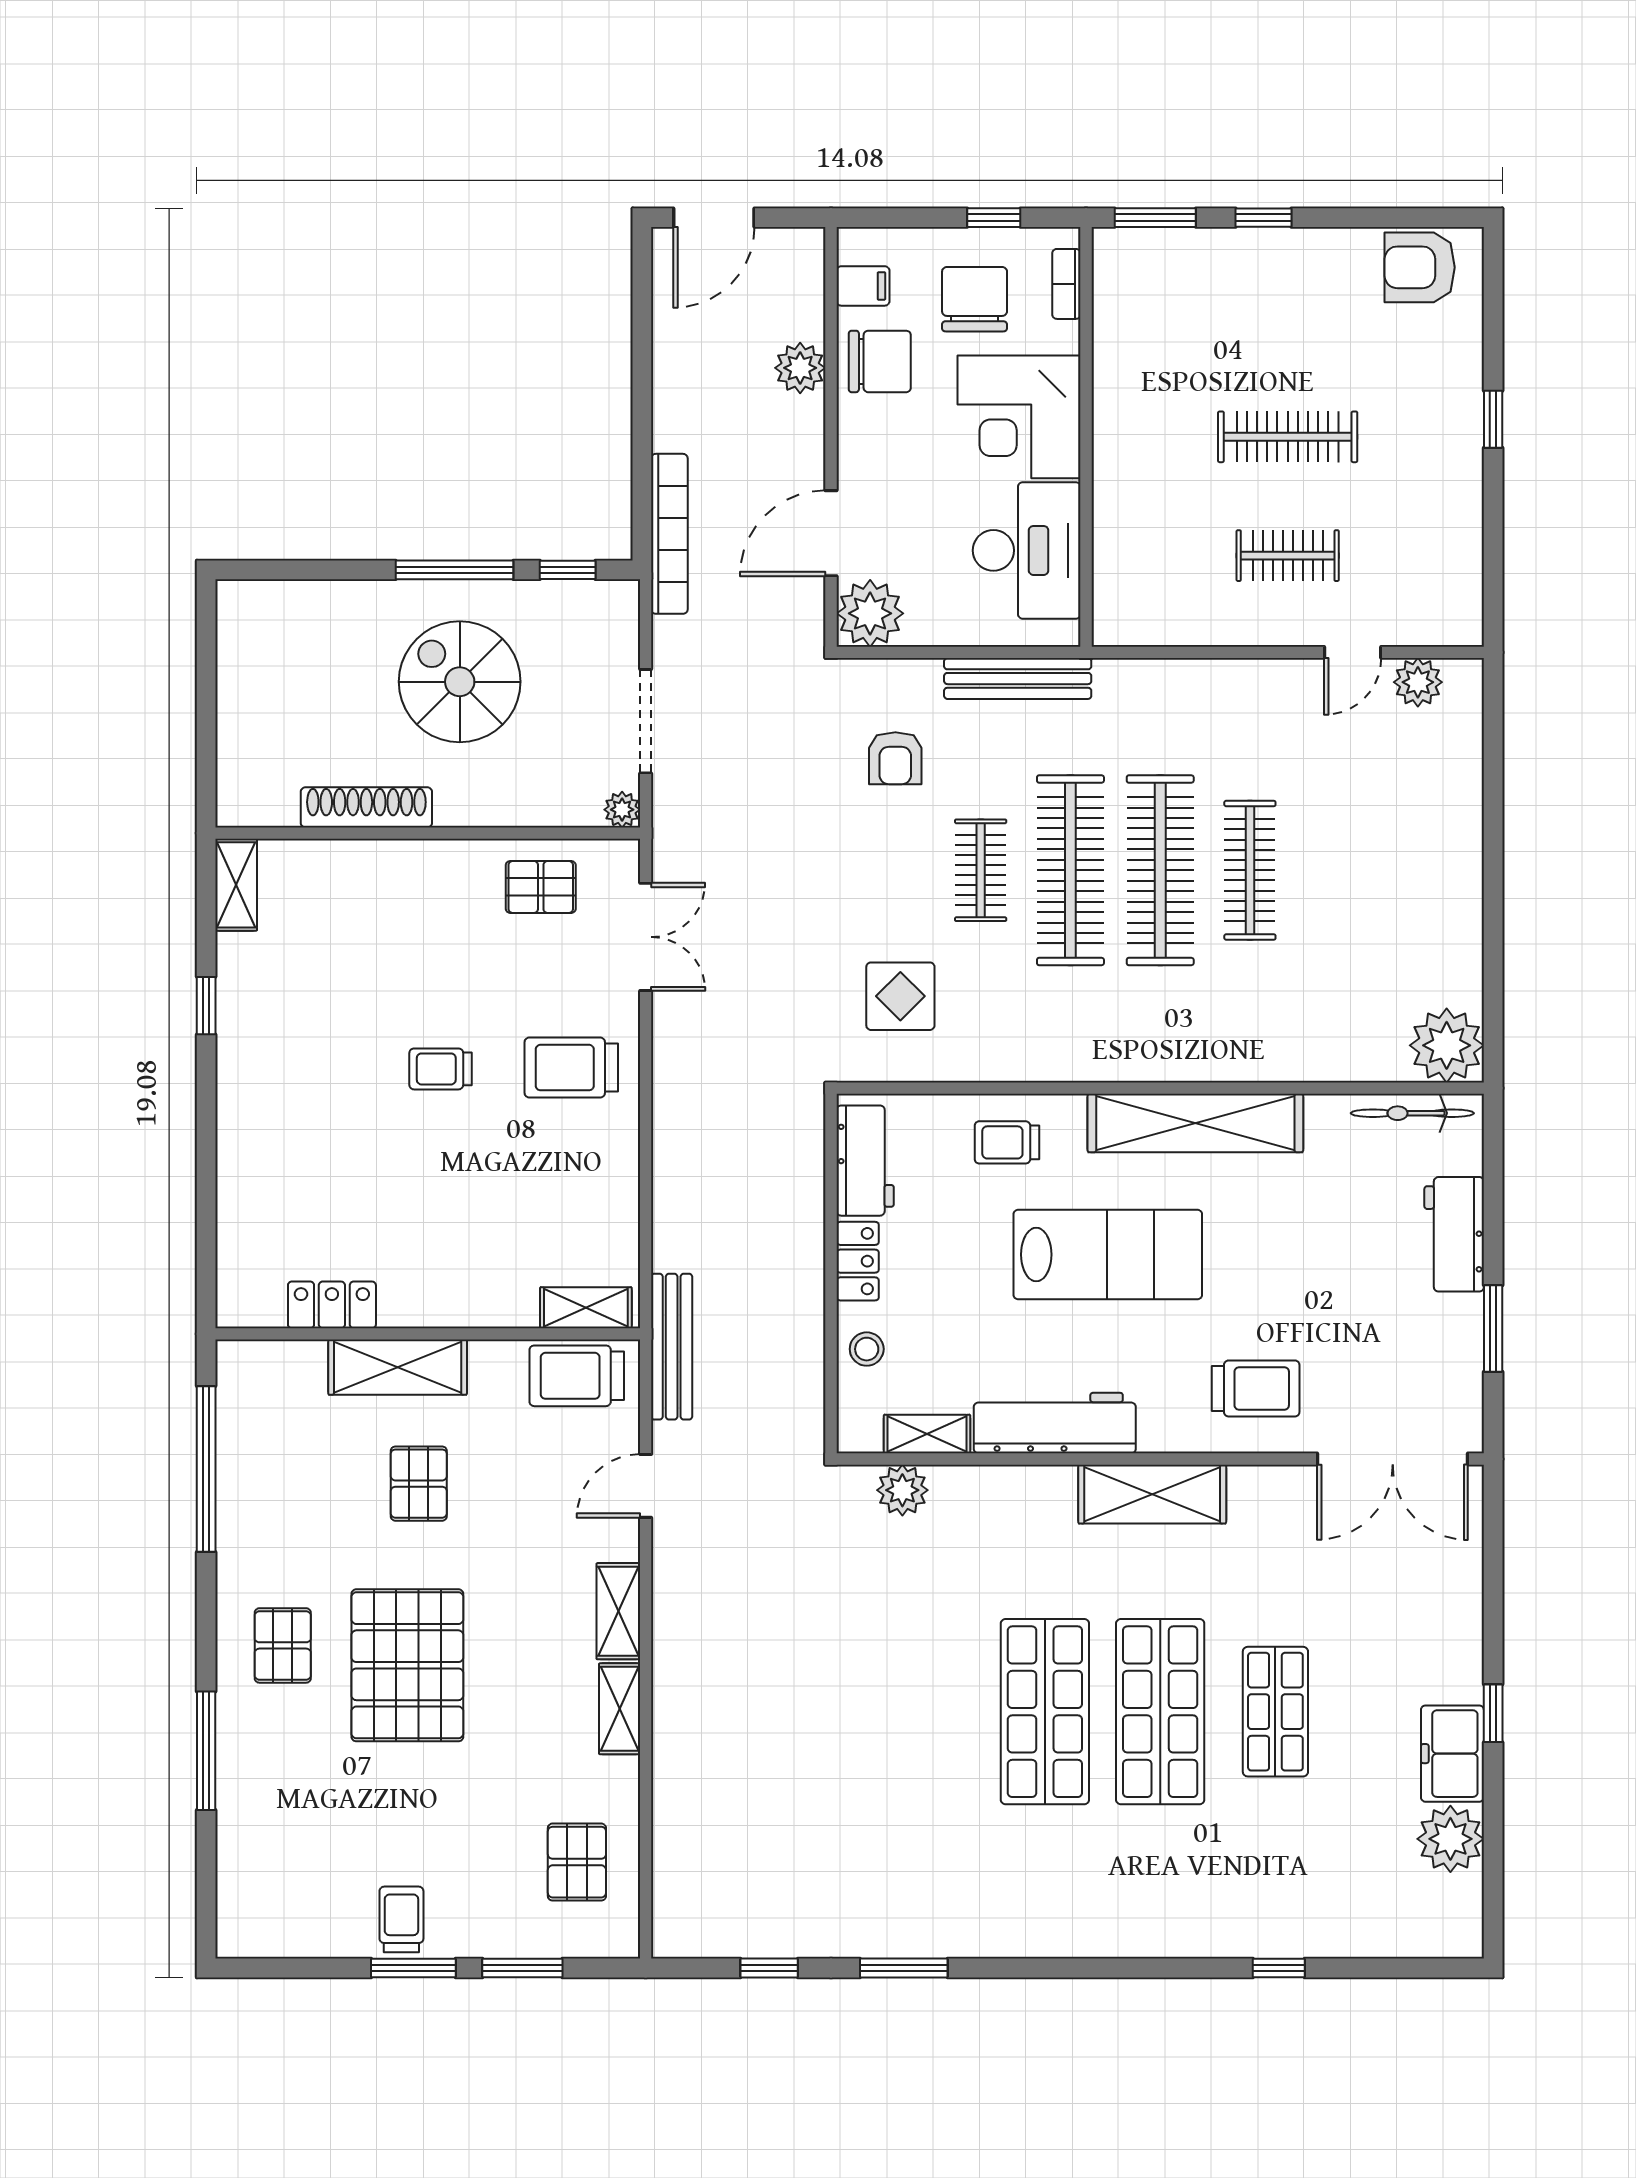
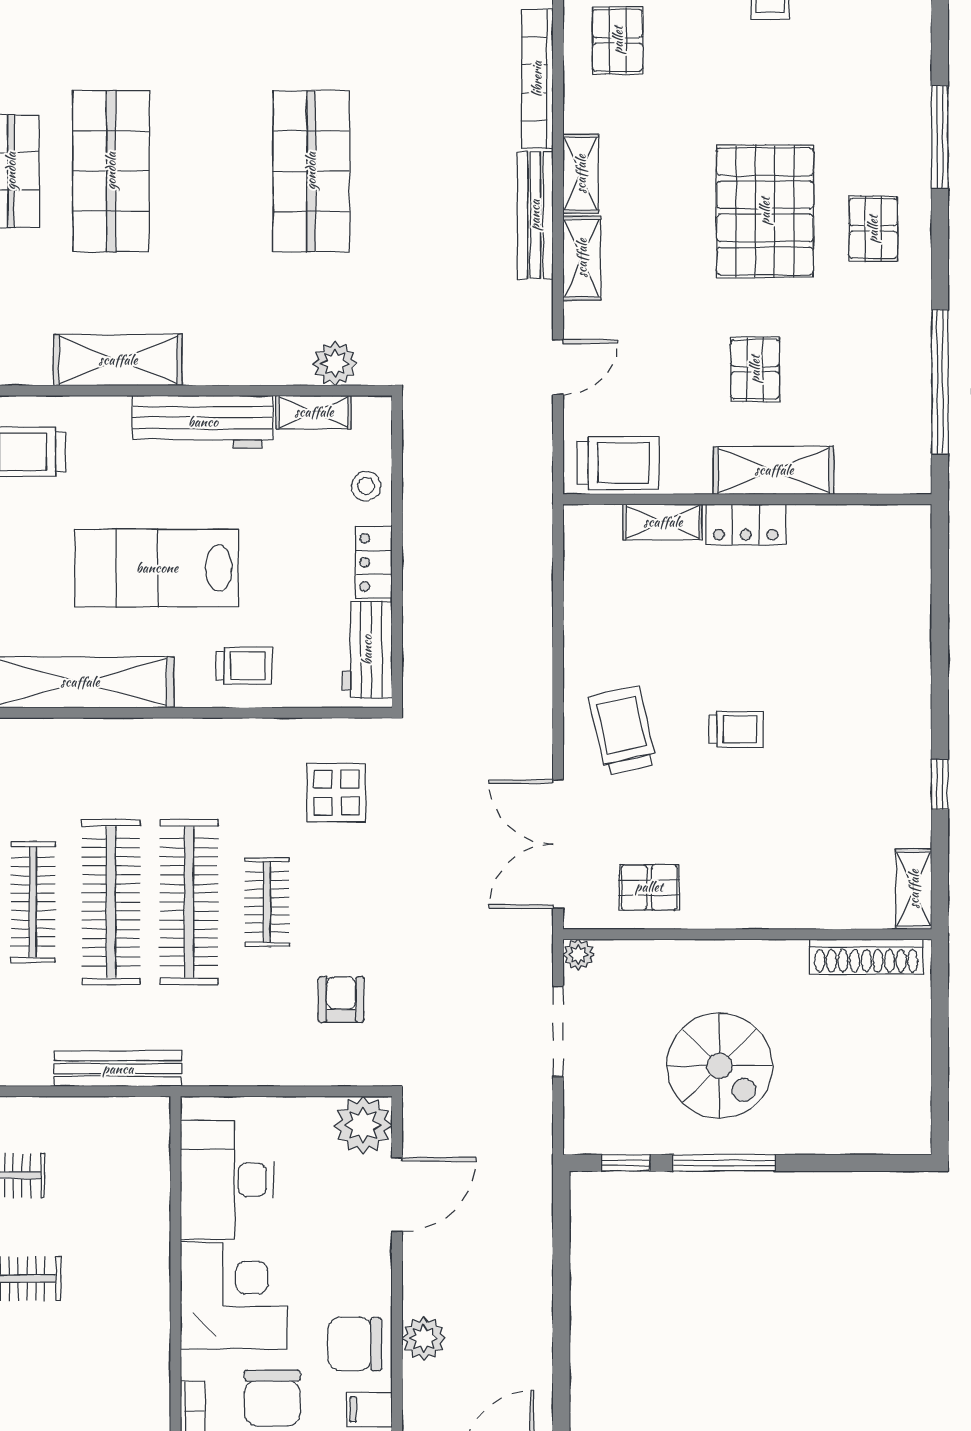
bookcase: (669, 534) -> (537, 79), moved
bench: (1018, 679) -> (118, 1069), moved
shoe rack: (366, 807) -> (866, 957), moved
double door: (646, 937) -> (558, 844), width x1.37
trolley: (571, 1068) -> (623, 731), turned -103
locker: (332, 1305) -> (746, 524), moved
shelving: (586, 1308) -> (663, 522), moved
bench: (672, 1347) -> (535, 215), moved
shop shelf: (1045, 1712) -> (311, 171), moved

